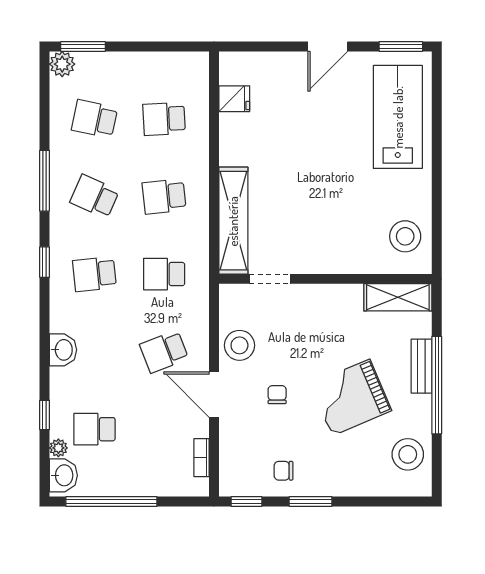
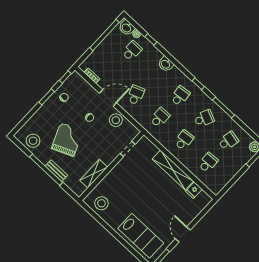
shelving: (233, 221) -> (173, 170), moved
shelving: (398, 297) -> (94, 174), moved

